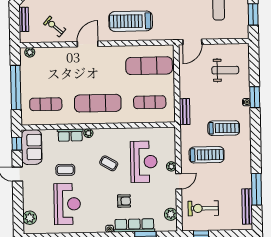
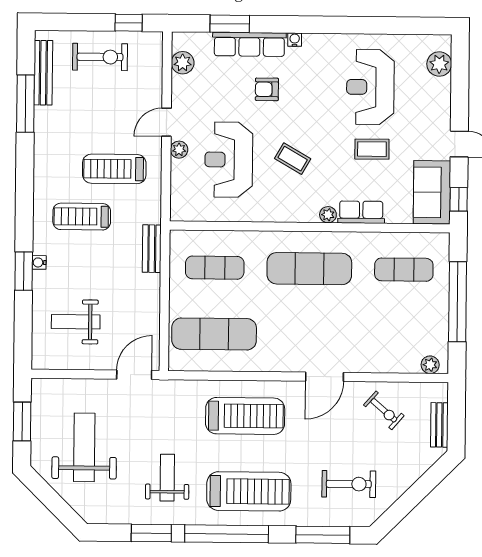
exercise bike: (203, 208) -> (100, 57), moved

